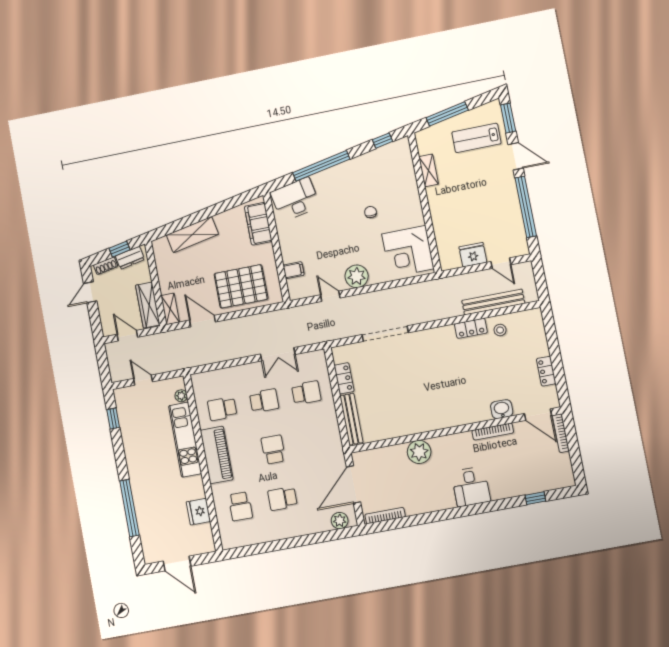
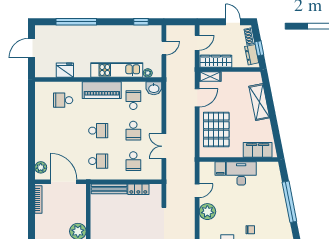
desk: (295, 199) -> (241, 173), moved, turned -79
washbasin: (201, 383) -> (154, 88), added
school desk: (283, 499) -> (98, 161), moved, turned 90

